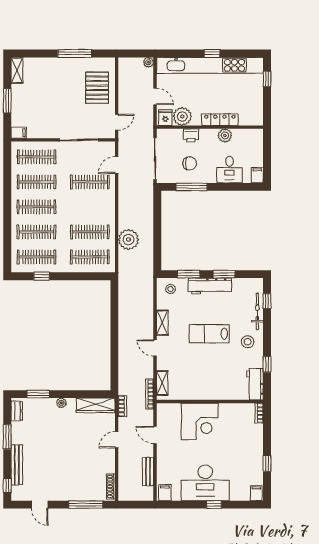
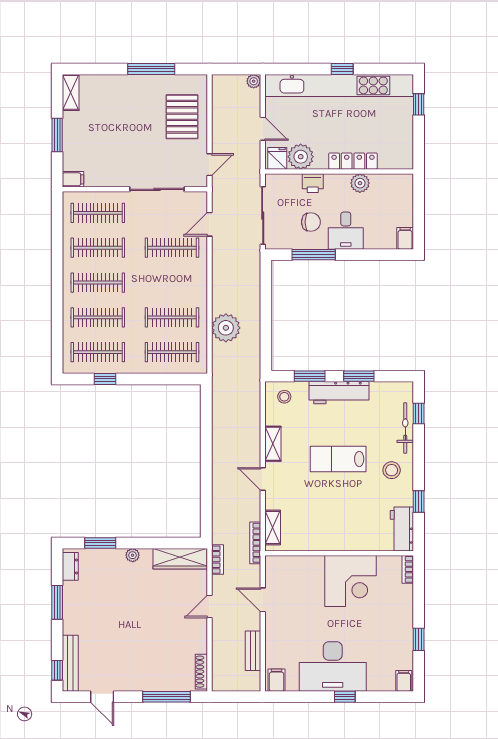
desk: (229, 170) -> (346, 231), moved
corner desk: (200, 421) -> (350, 581), moved
bench: (17, 465) -> (70, 663), moved

